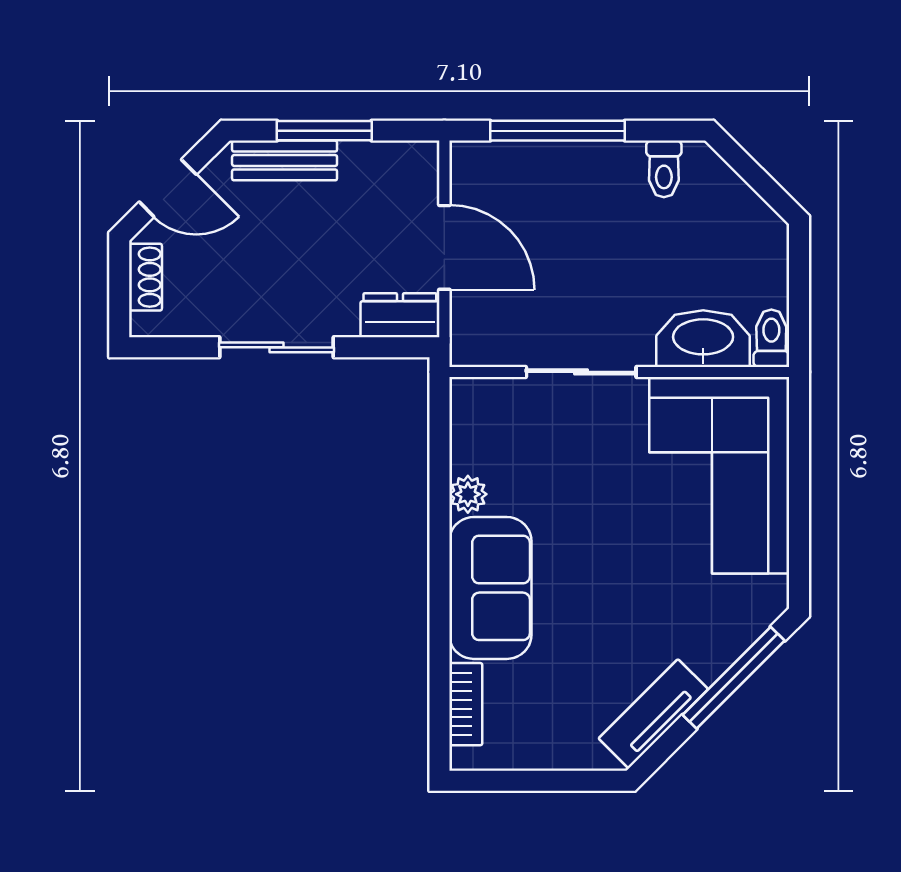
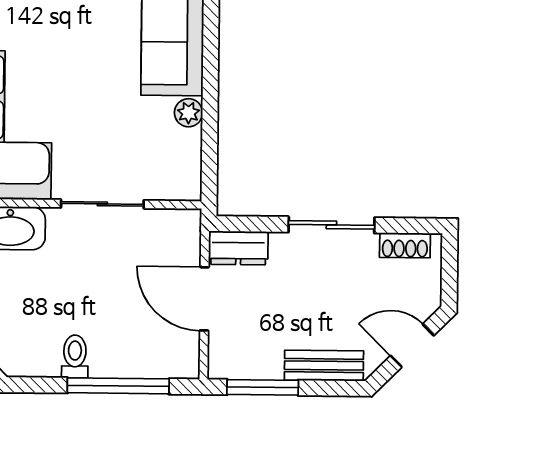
window: (324, 131) -> (263, 387), moved
toilet: (664, 169) -> (75, 357), moved
shoe rack: (145, 277) -> (405, 245), moved, turned -90

